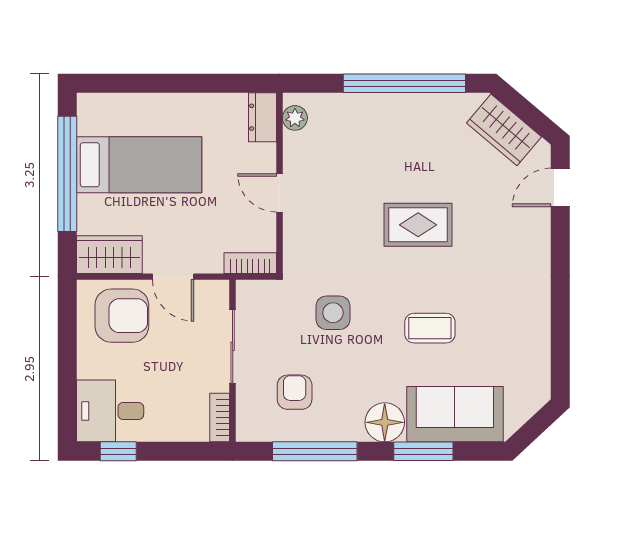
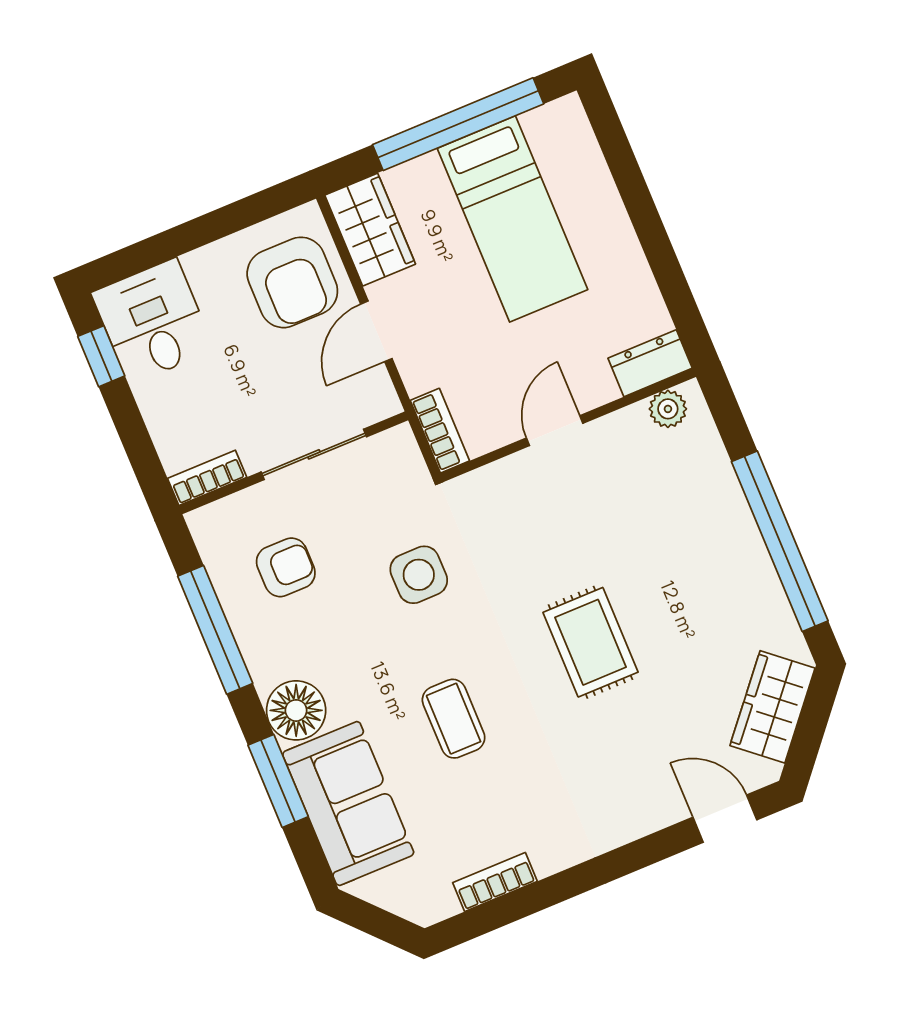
bookcase: (540, 344) -> (495, 882), added

